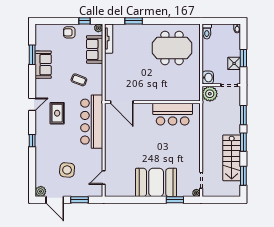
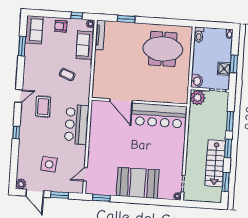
sofa: (43, 65) -> (34, 30), moved
door: (122, 102) -> (121, 101), moved
bar counter: (173, 114) -> (159, 115), width x1.36
bar counter: (92, 122) -> (77, 125), width x0.73
window: (175, 200) -> (101, 198), moved

